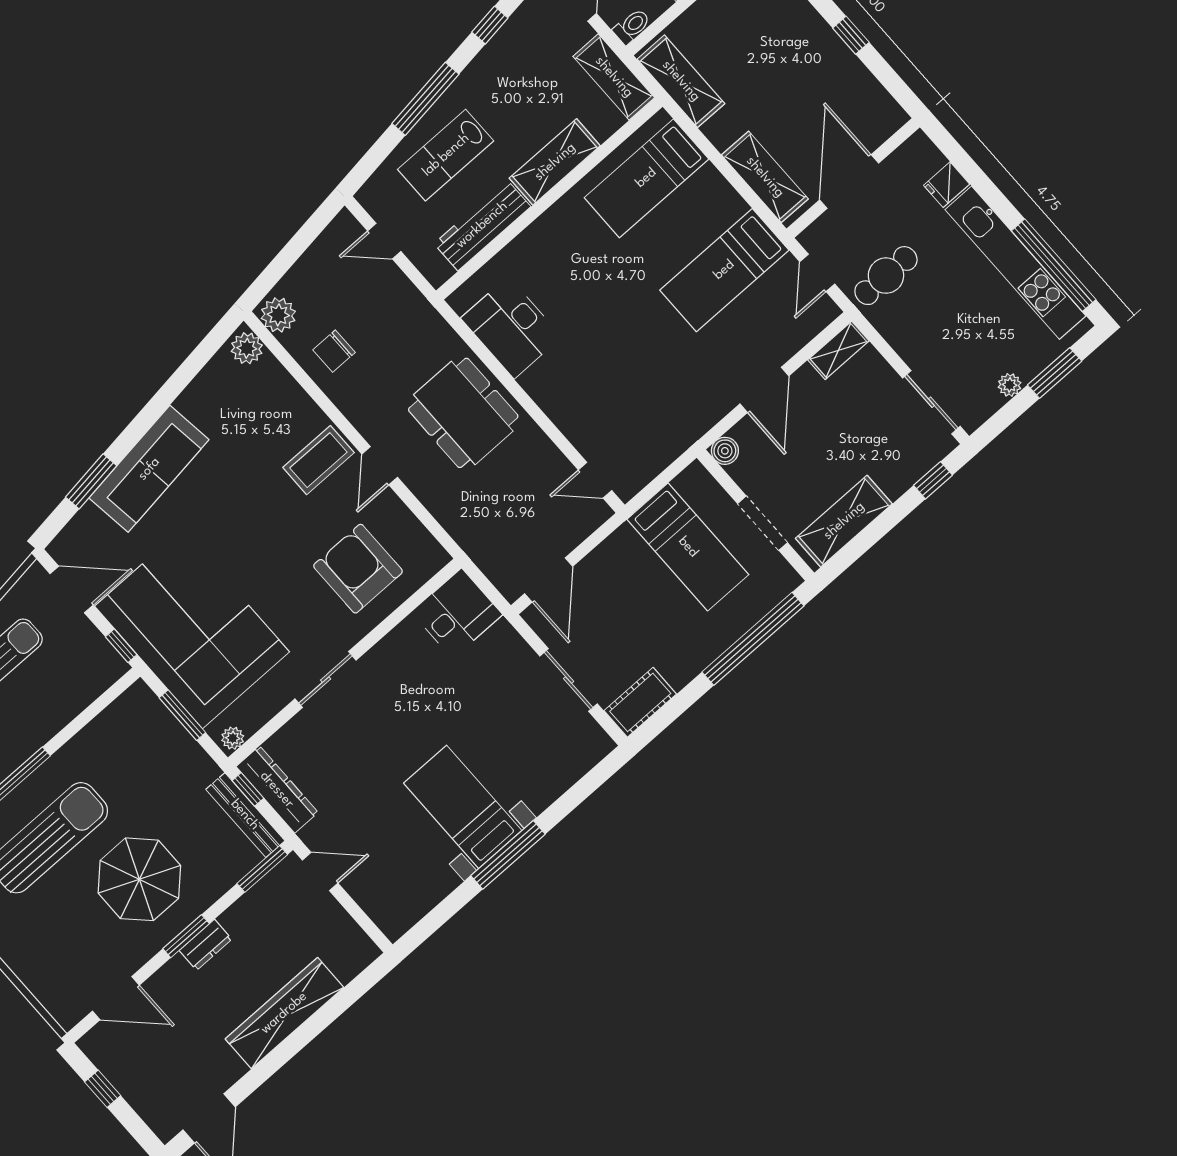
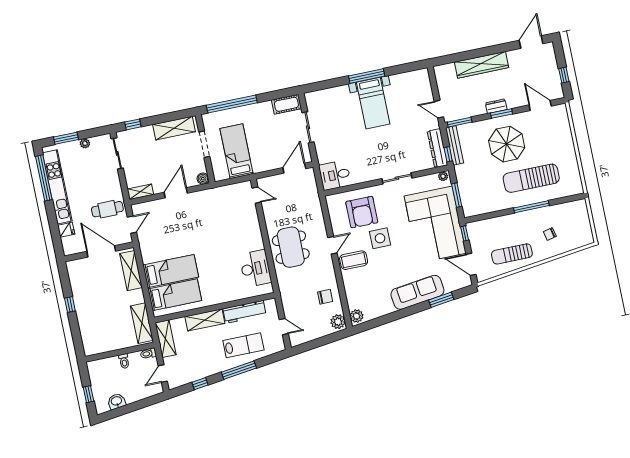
door: (849, 181) -> (101, 251), swing flipped
bed: (724, 270) -> (171, 271), moved
side table: (290, 536) -> (380, 238), added

